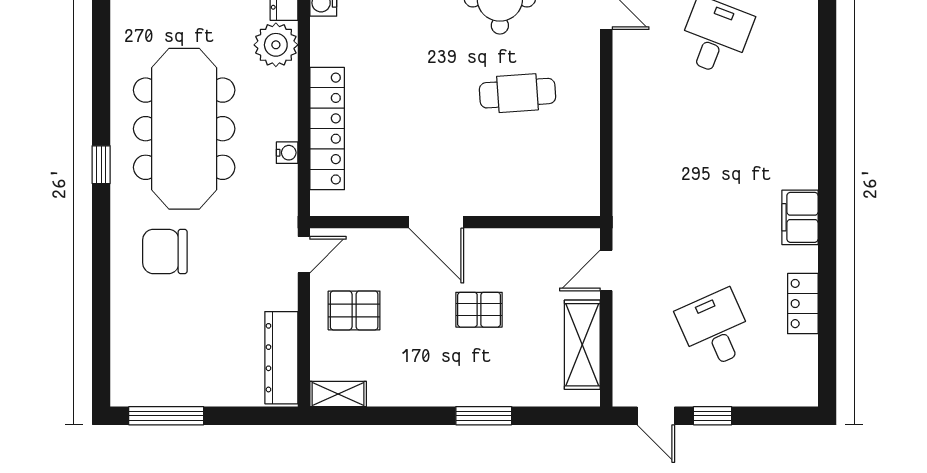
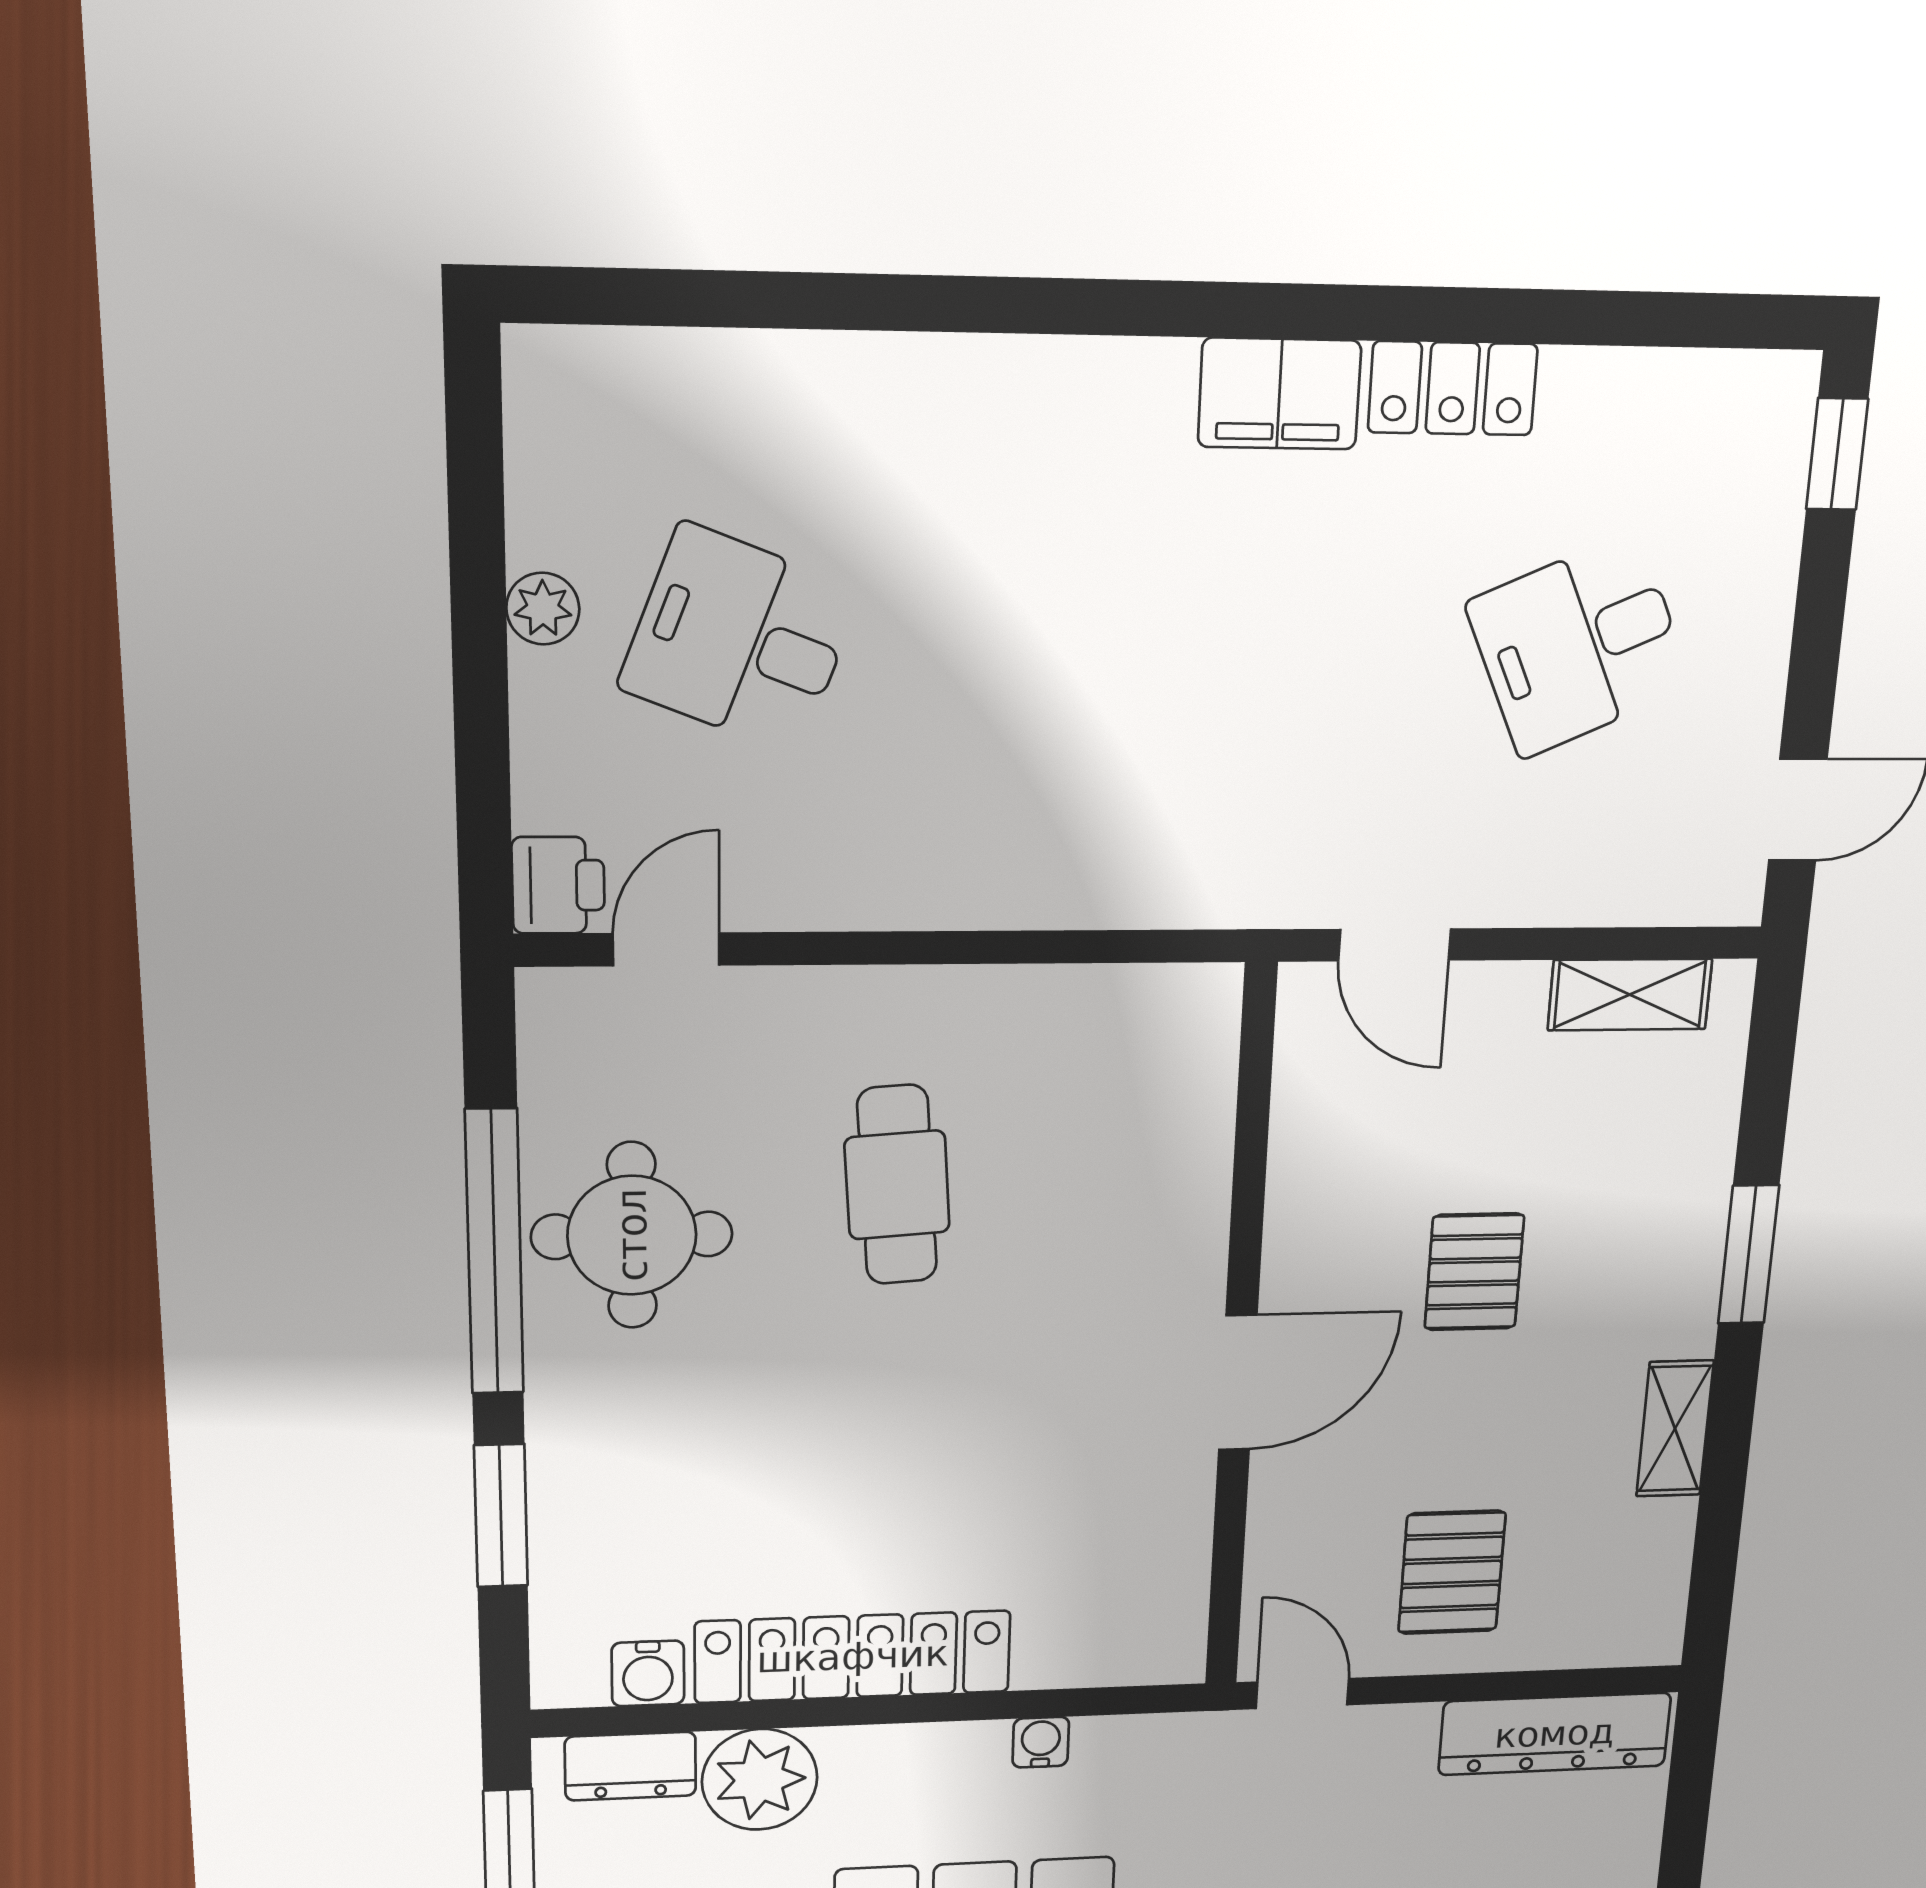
locker: (327, 129) -> (853, 1657), moved
locker: (803, 304) -> (1453, 388), moved
shelving: (582, 345) -> (1630, 995), width x0.67, depth x0.75
shelving: (338, 394) -> (1675, 1429), moved
window: (713, 416) -> (1837, 454), moved

